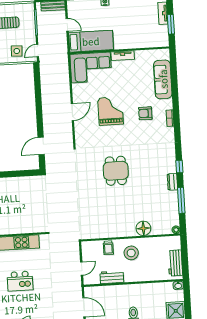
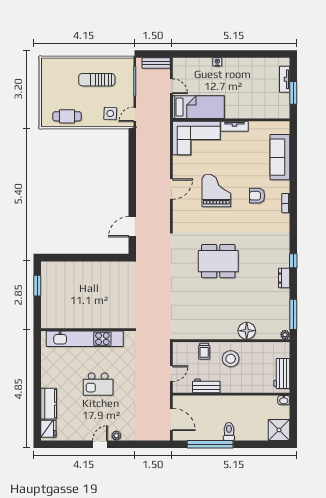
dining table: (116, 171) -> (218, 261), width x1.37
window: (181, 200) -> (293, 314), moved

